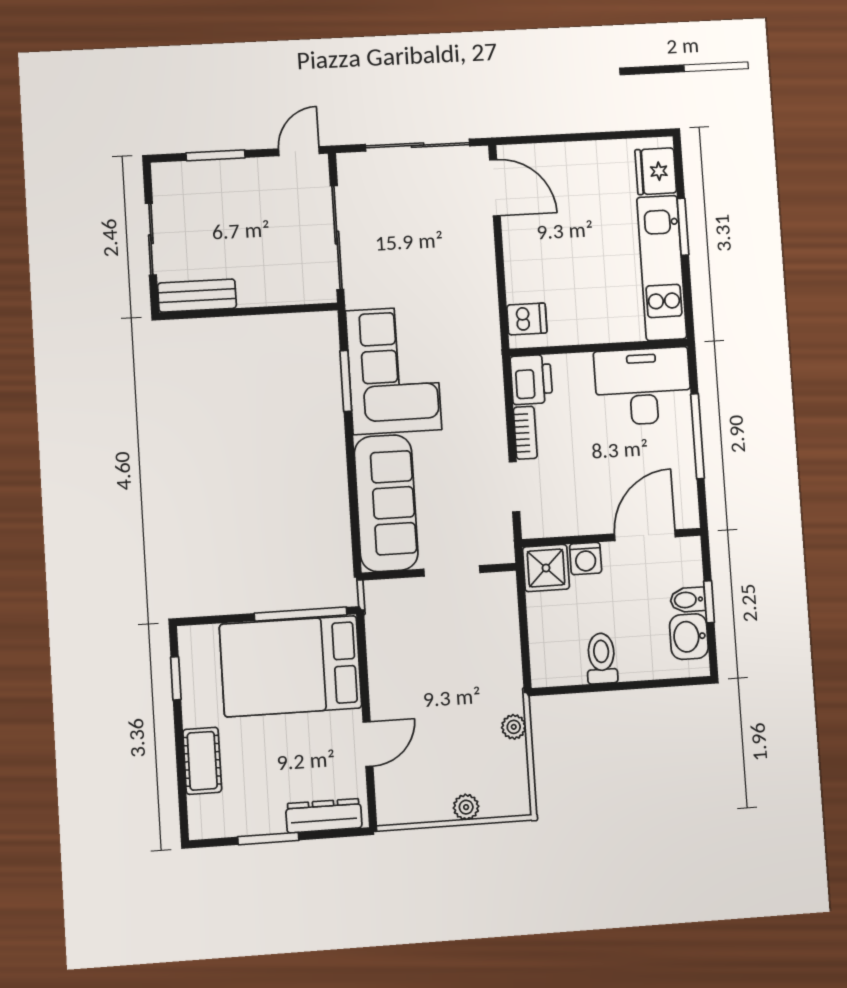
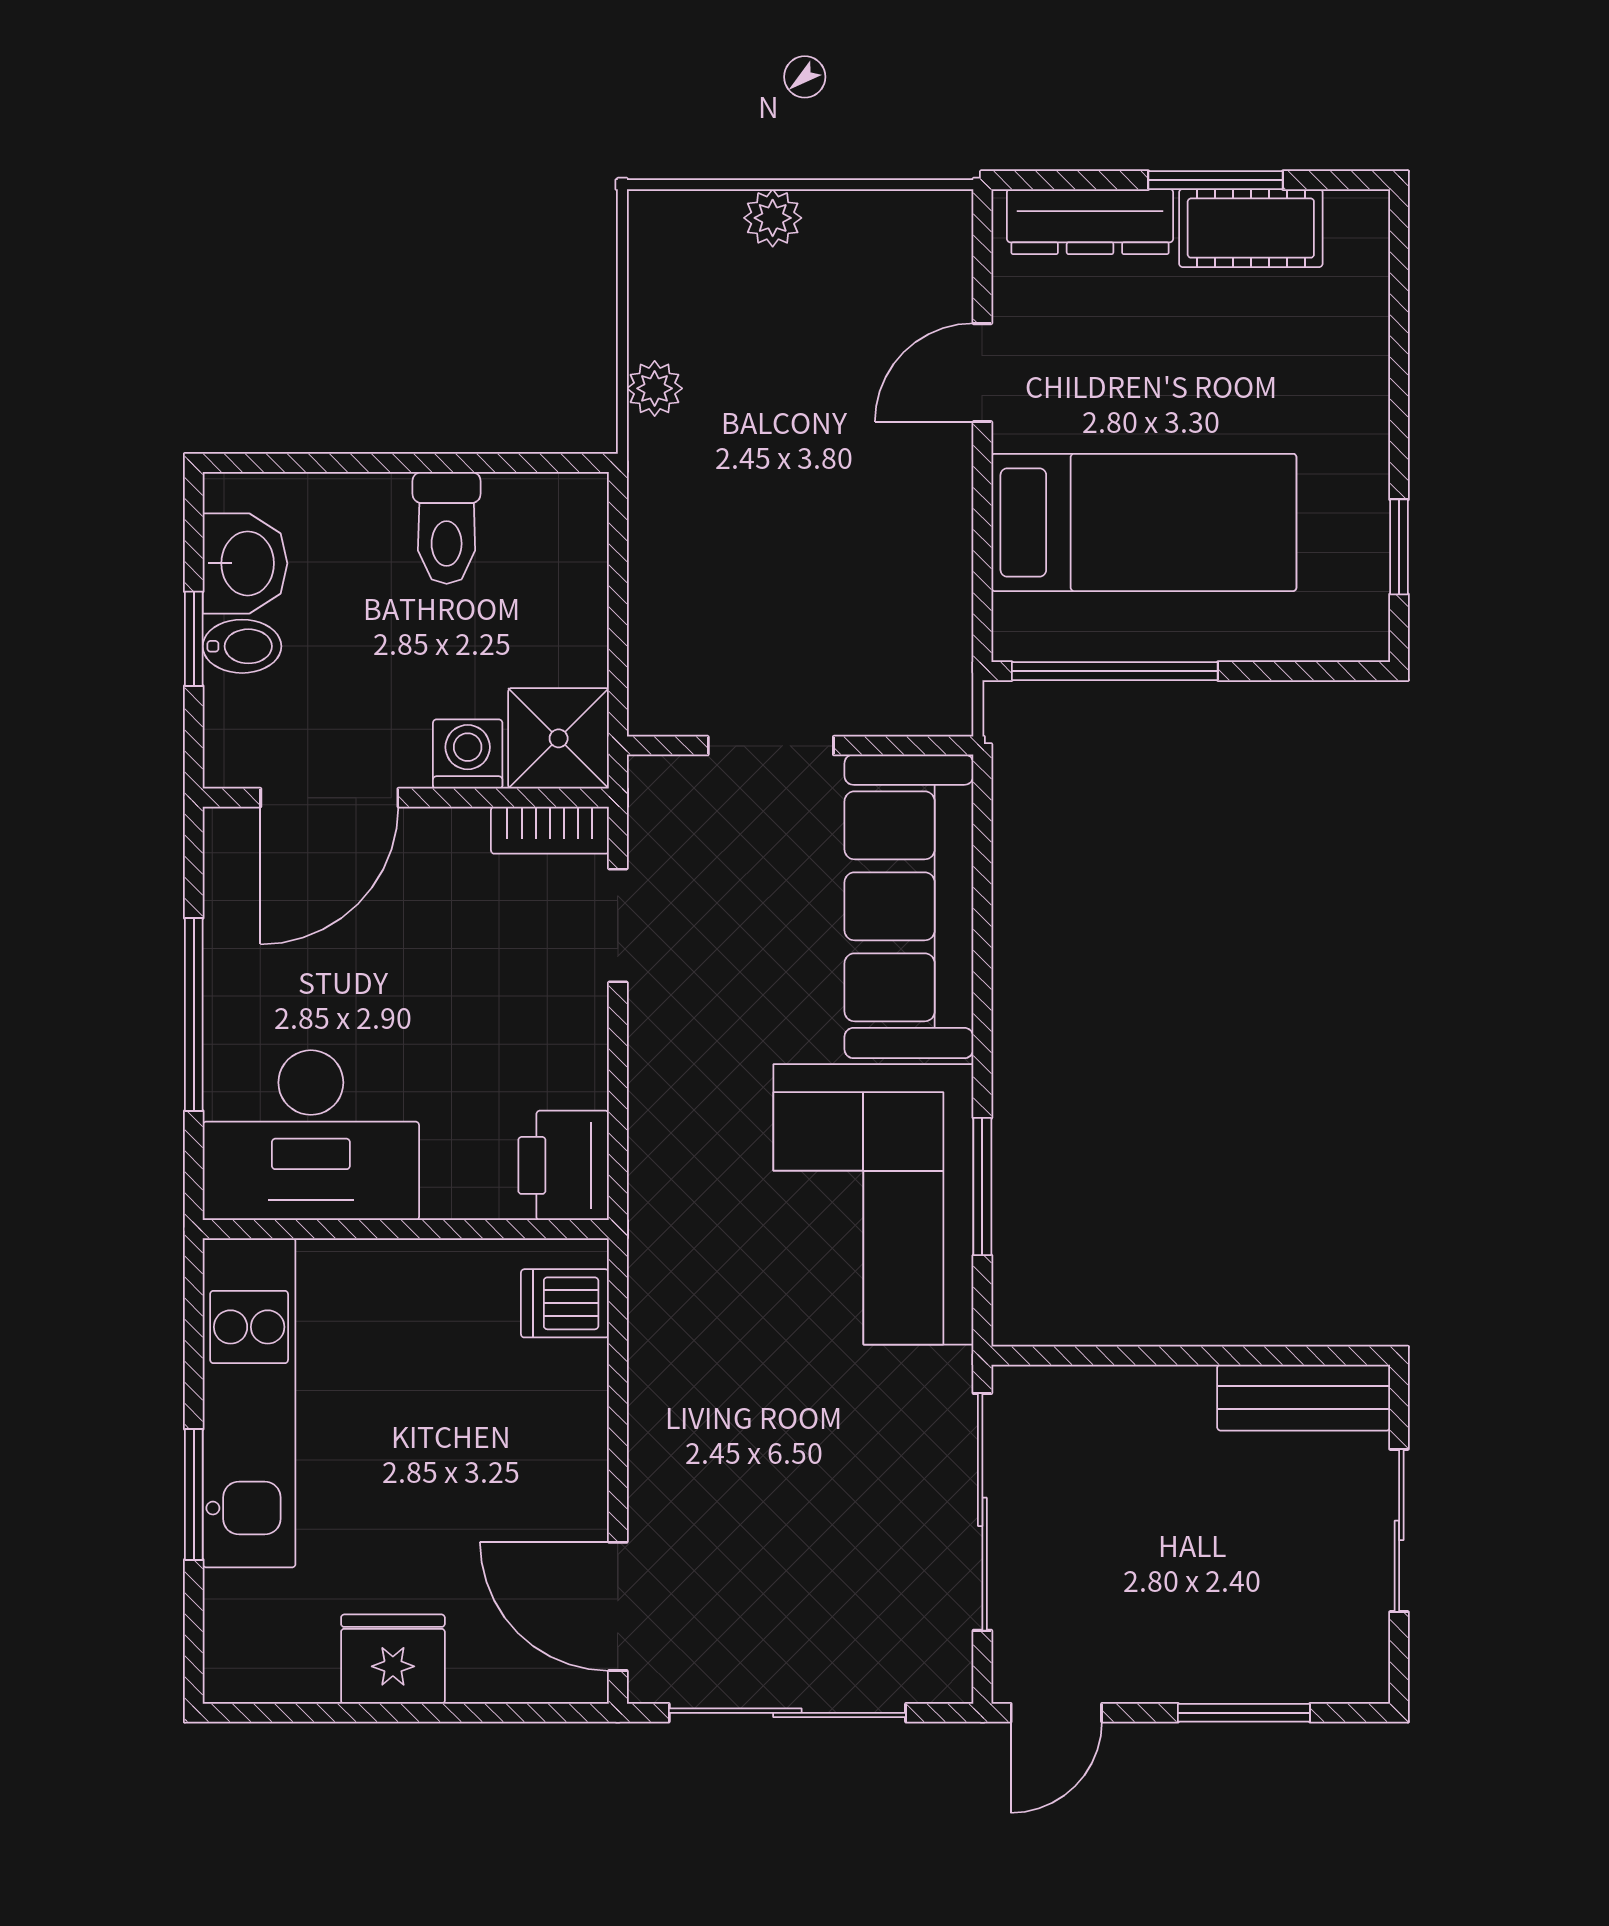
fridge: (656, 171) -> (393, 1659), moved, turned -90
bookcase: (525, 433) -> (550, 830), moved, turned -90
bed: (291, 666) -> (1144, 522), width x0.67
cot: (202, 761) -> (1251, 228), moved, turned 90

